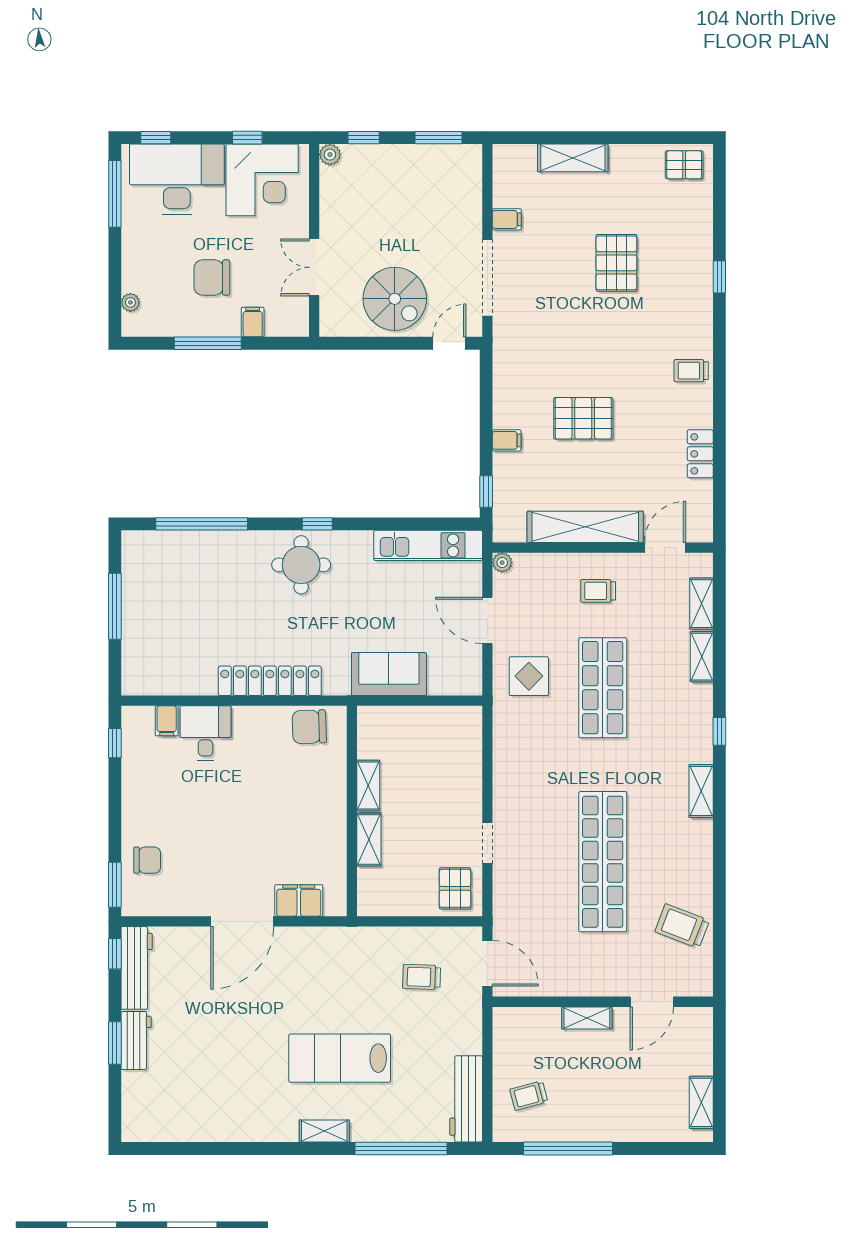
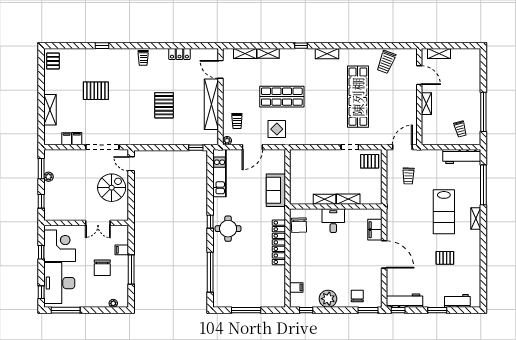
plant: (330, 155) -> (48, 177), moved
filing cabinet: (507, 440) -> (67, 139), moved
trolley: (598, 591) -> (237, 121), moved
desk: (205, 733) -> (333, 221), moved, turned 90
plant: (141, 793) -> (328, 299), added
shop shelf: (603, 862) -> (358, 97), turned 90
workbench: (136, 1041) -> (457, 301), moved
pallet: (234, 1060) -> (445, 258), added
shelving: (701, 1102) -> (439, 54), moved

